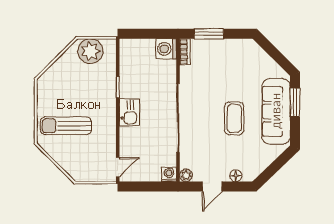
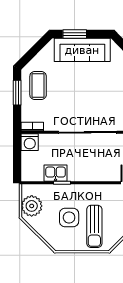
window: (209, 34) -> (17, 93), moved
side table: (77, 96) -> (69, 217), added
kitchen sink: (129, 112) -> (56, 173), moved
coffee table: (234, 118) -> (38, 86), moved, turned 90

